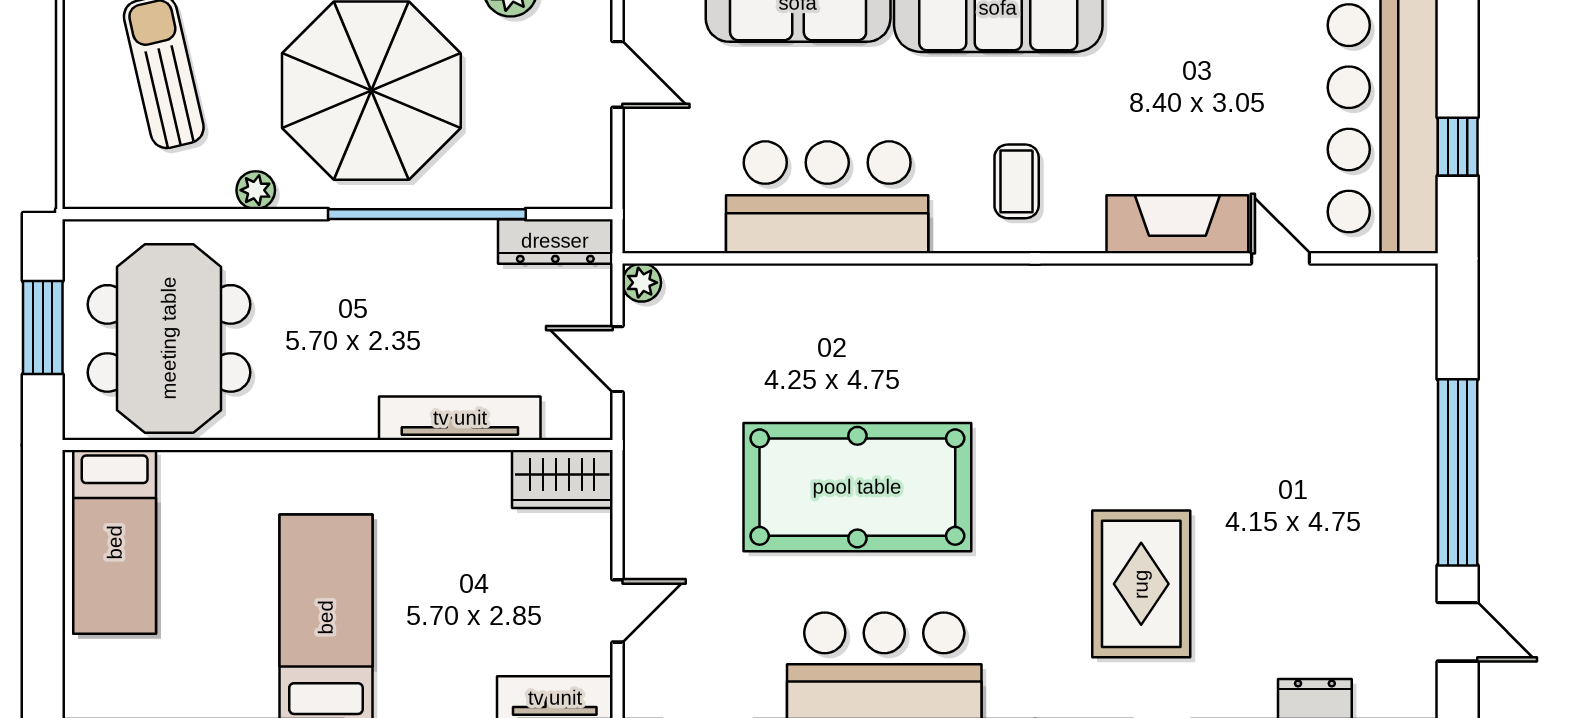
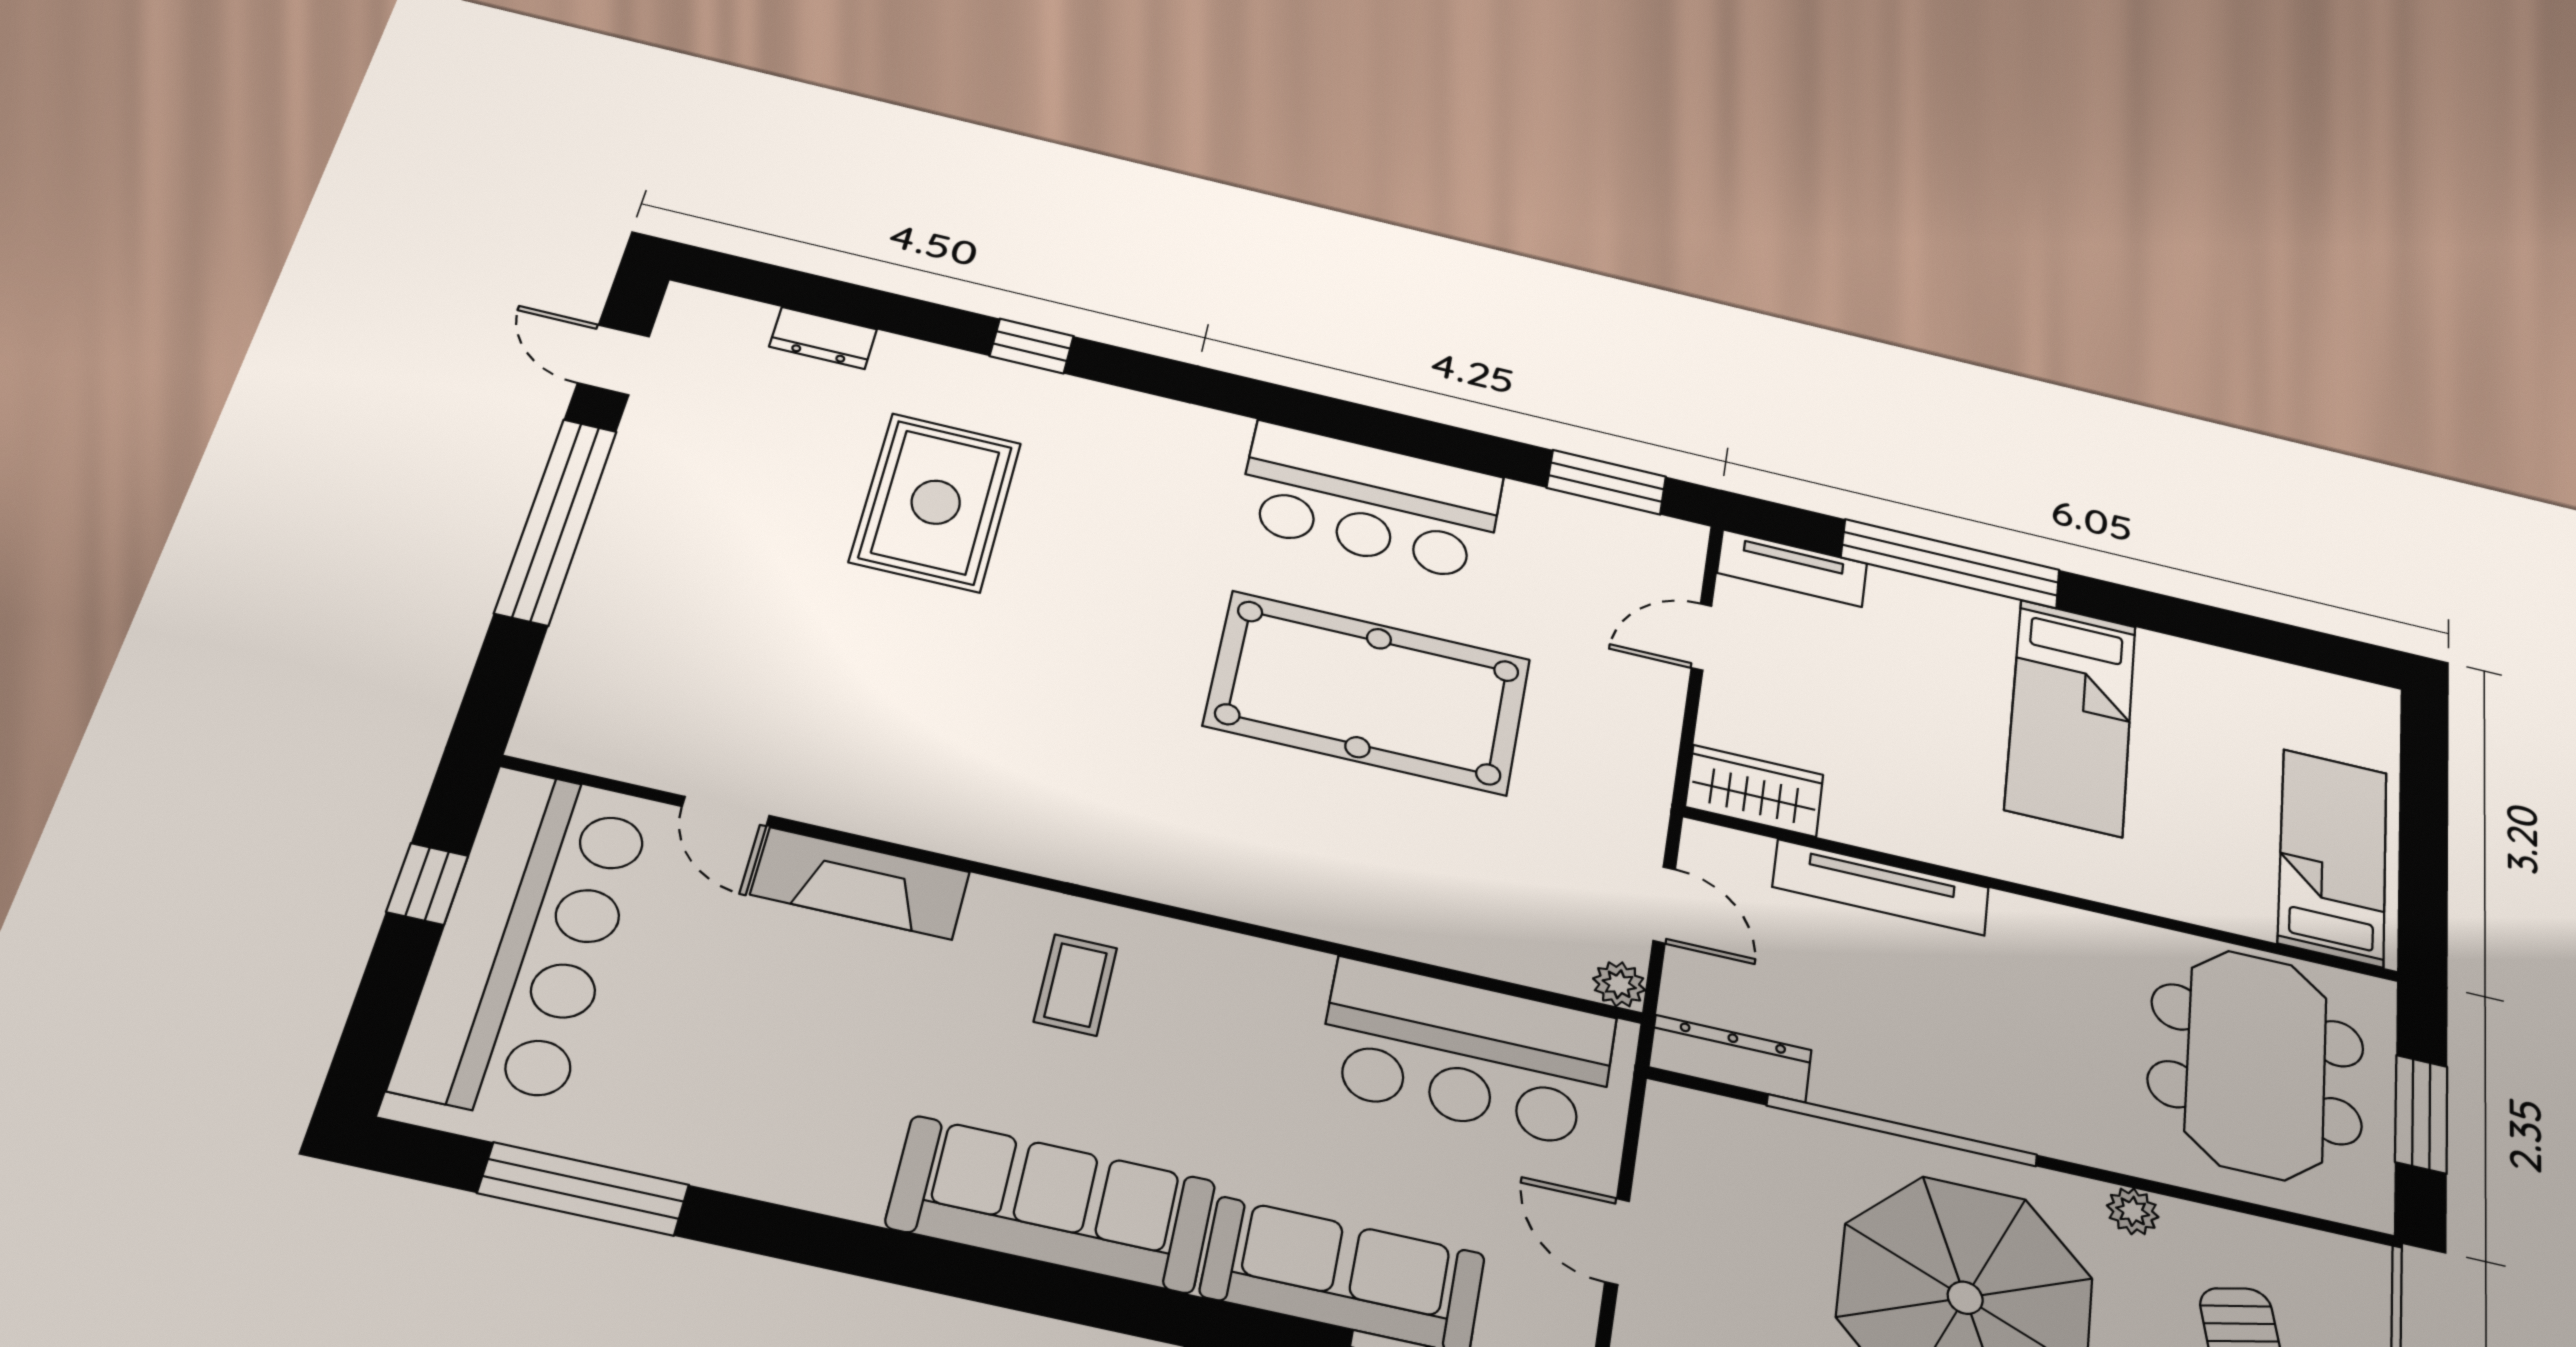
bar counter: (827, 197) -> (1467, 1053), moved
rug: (1141, 584) -> (936, 502), moved

